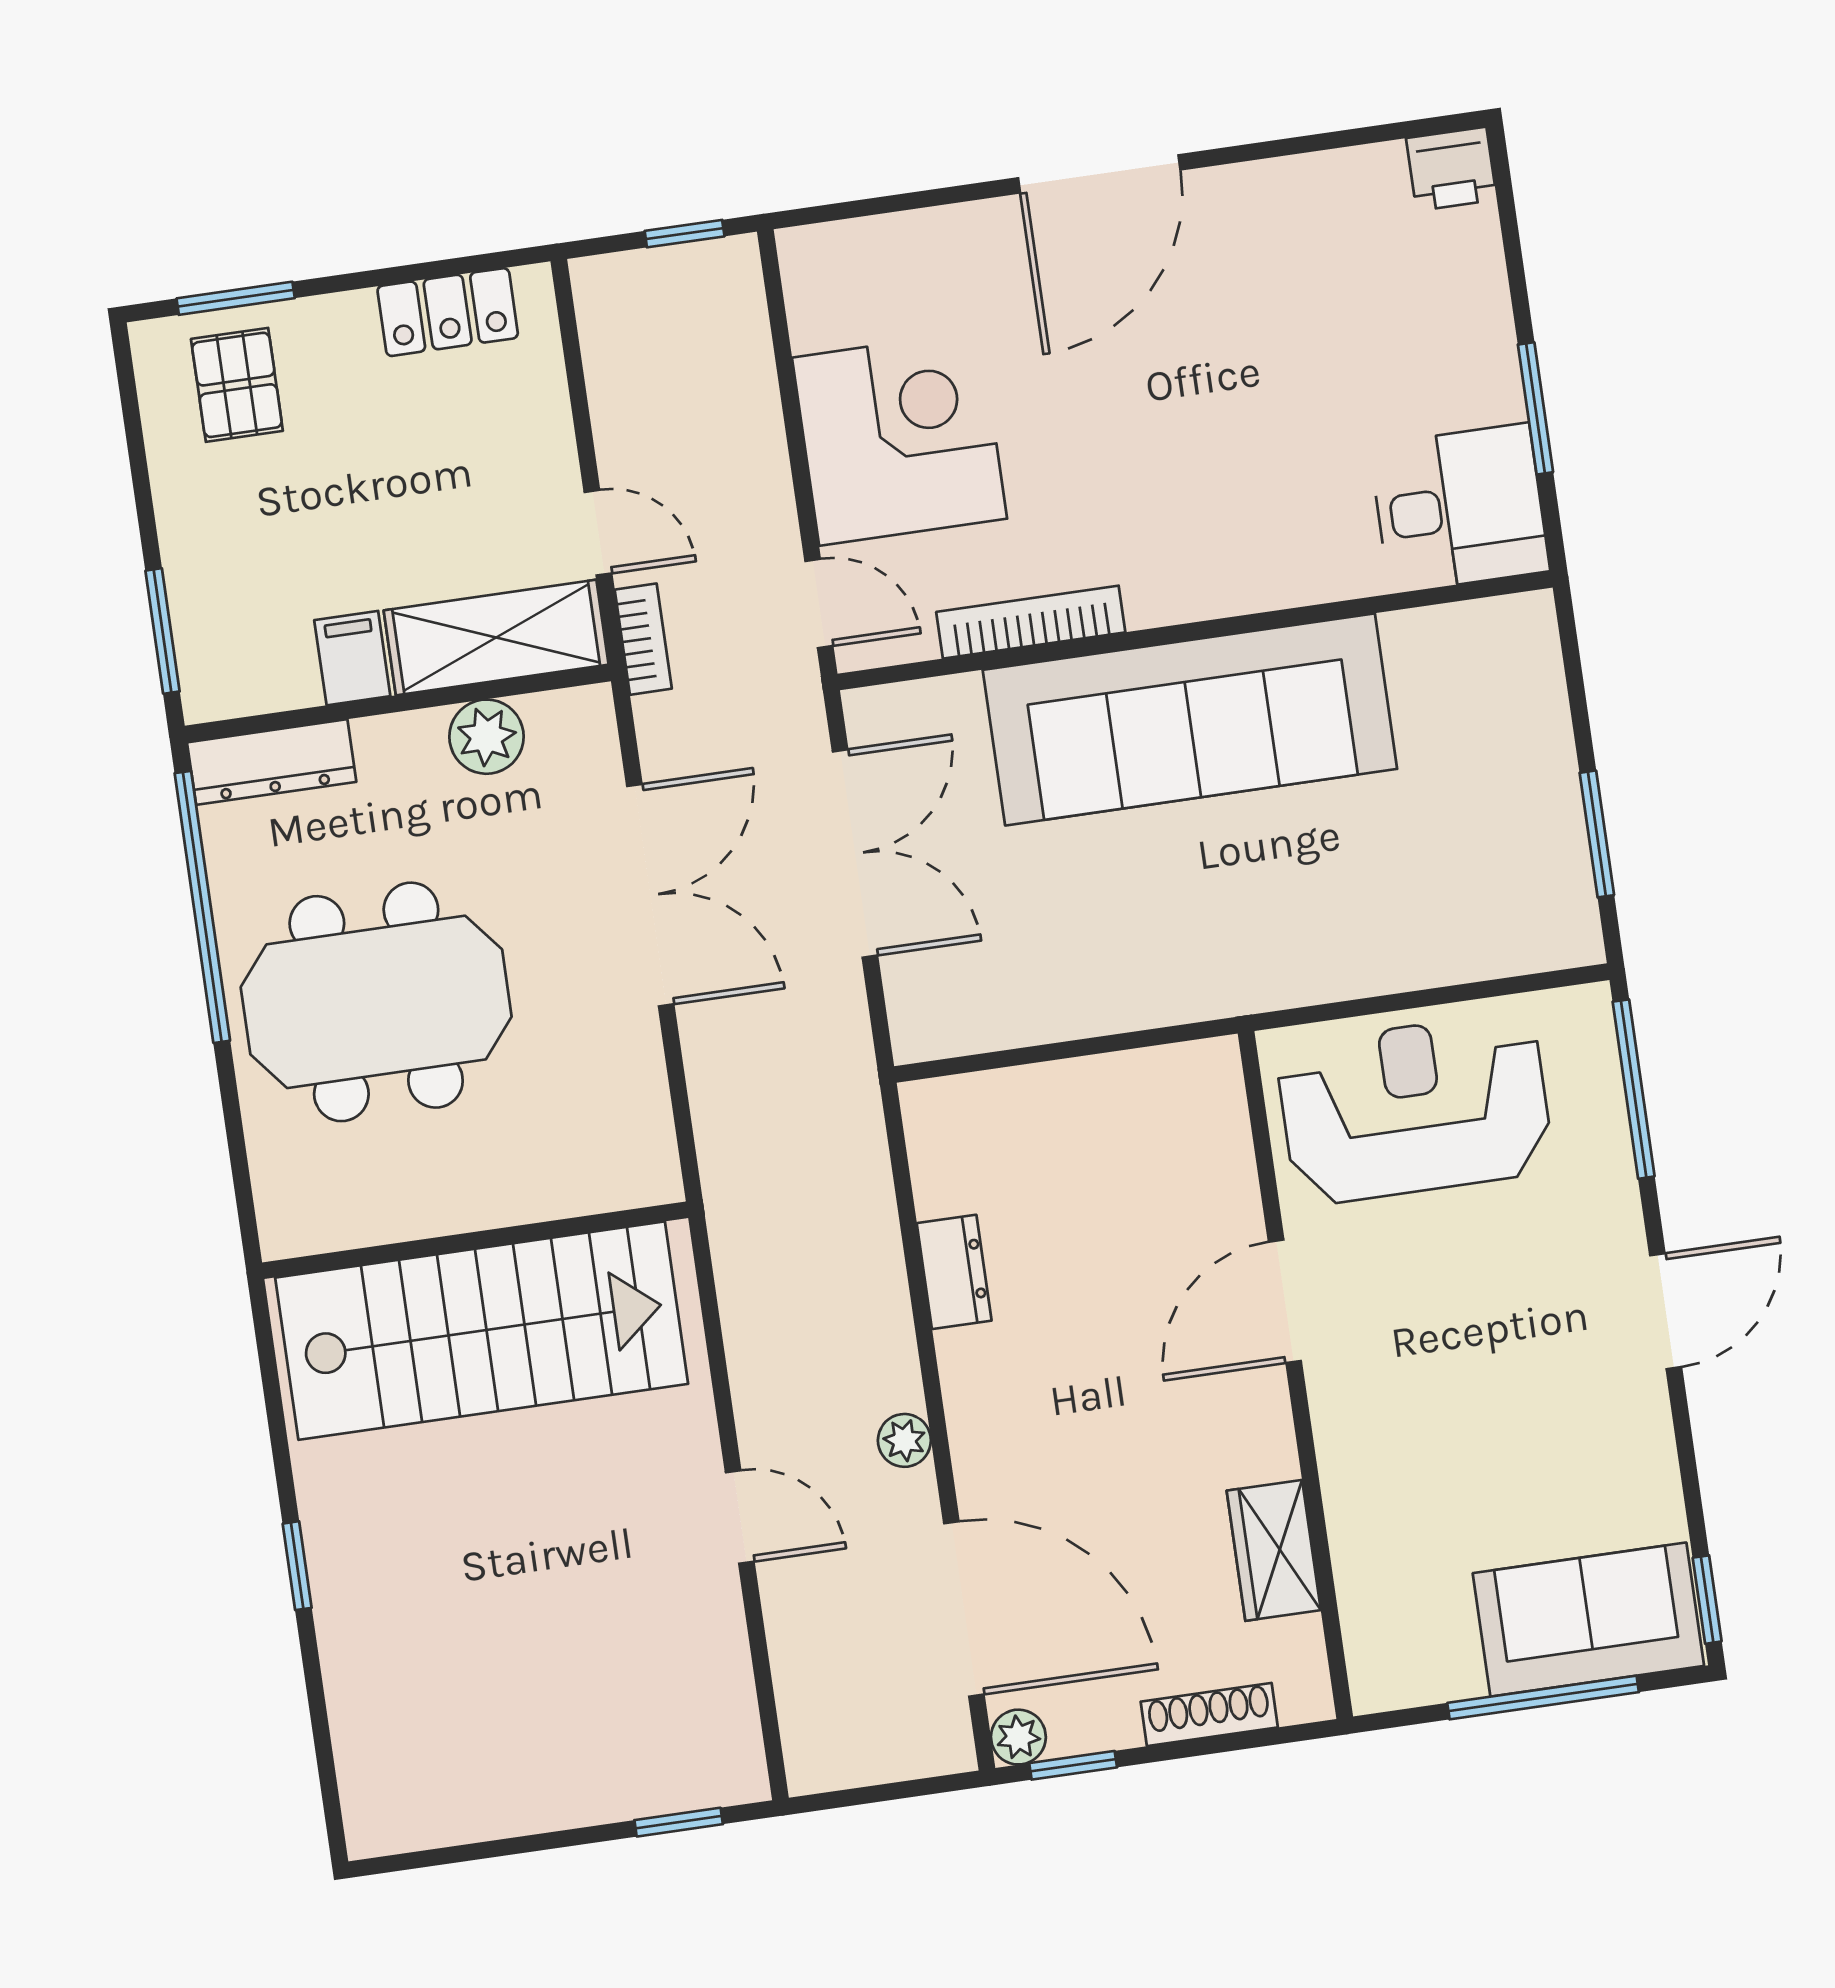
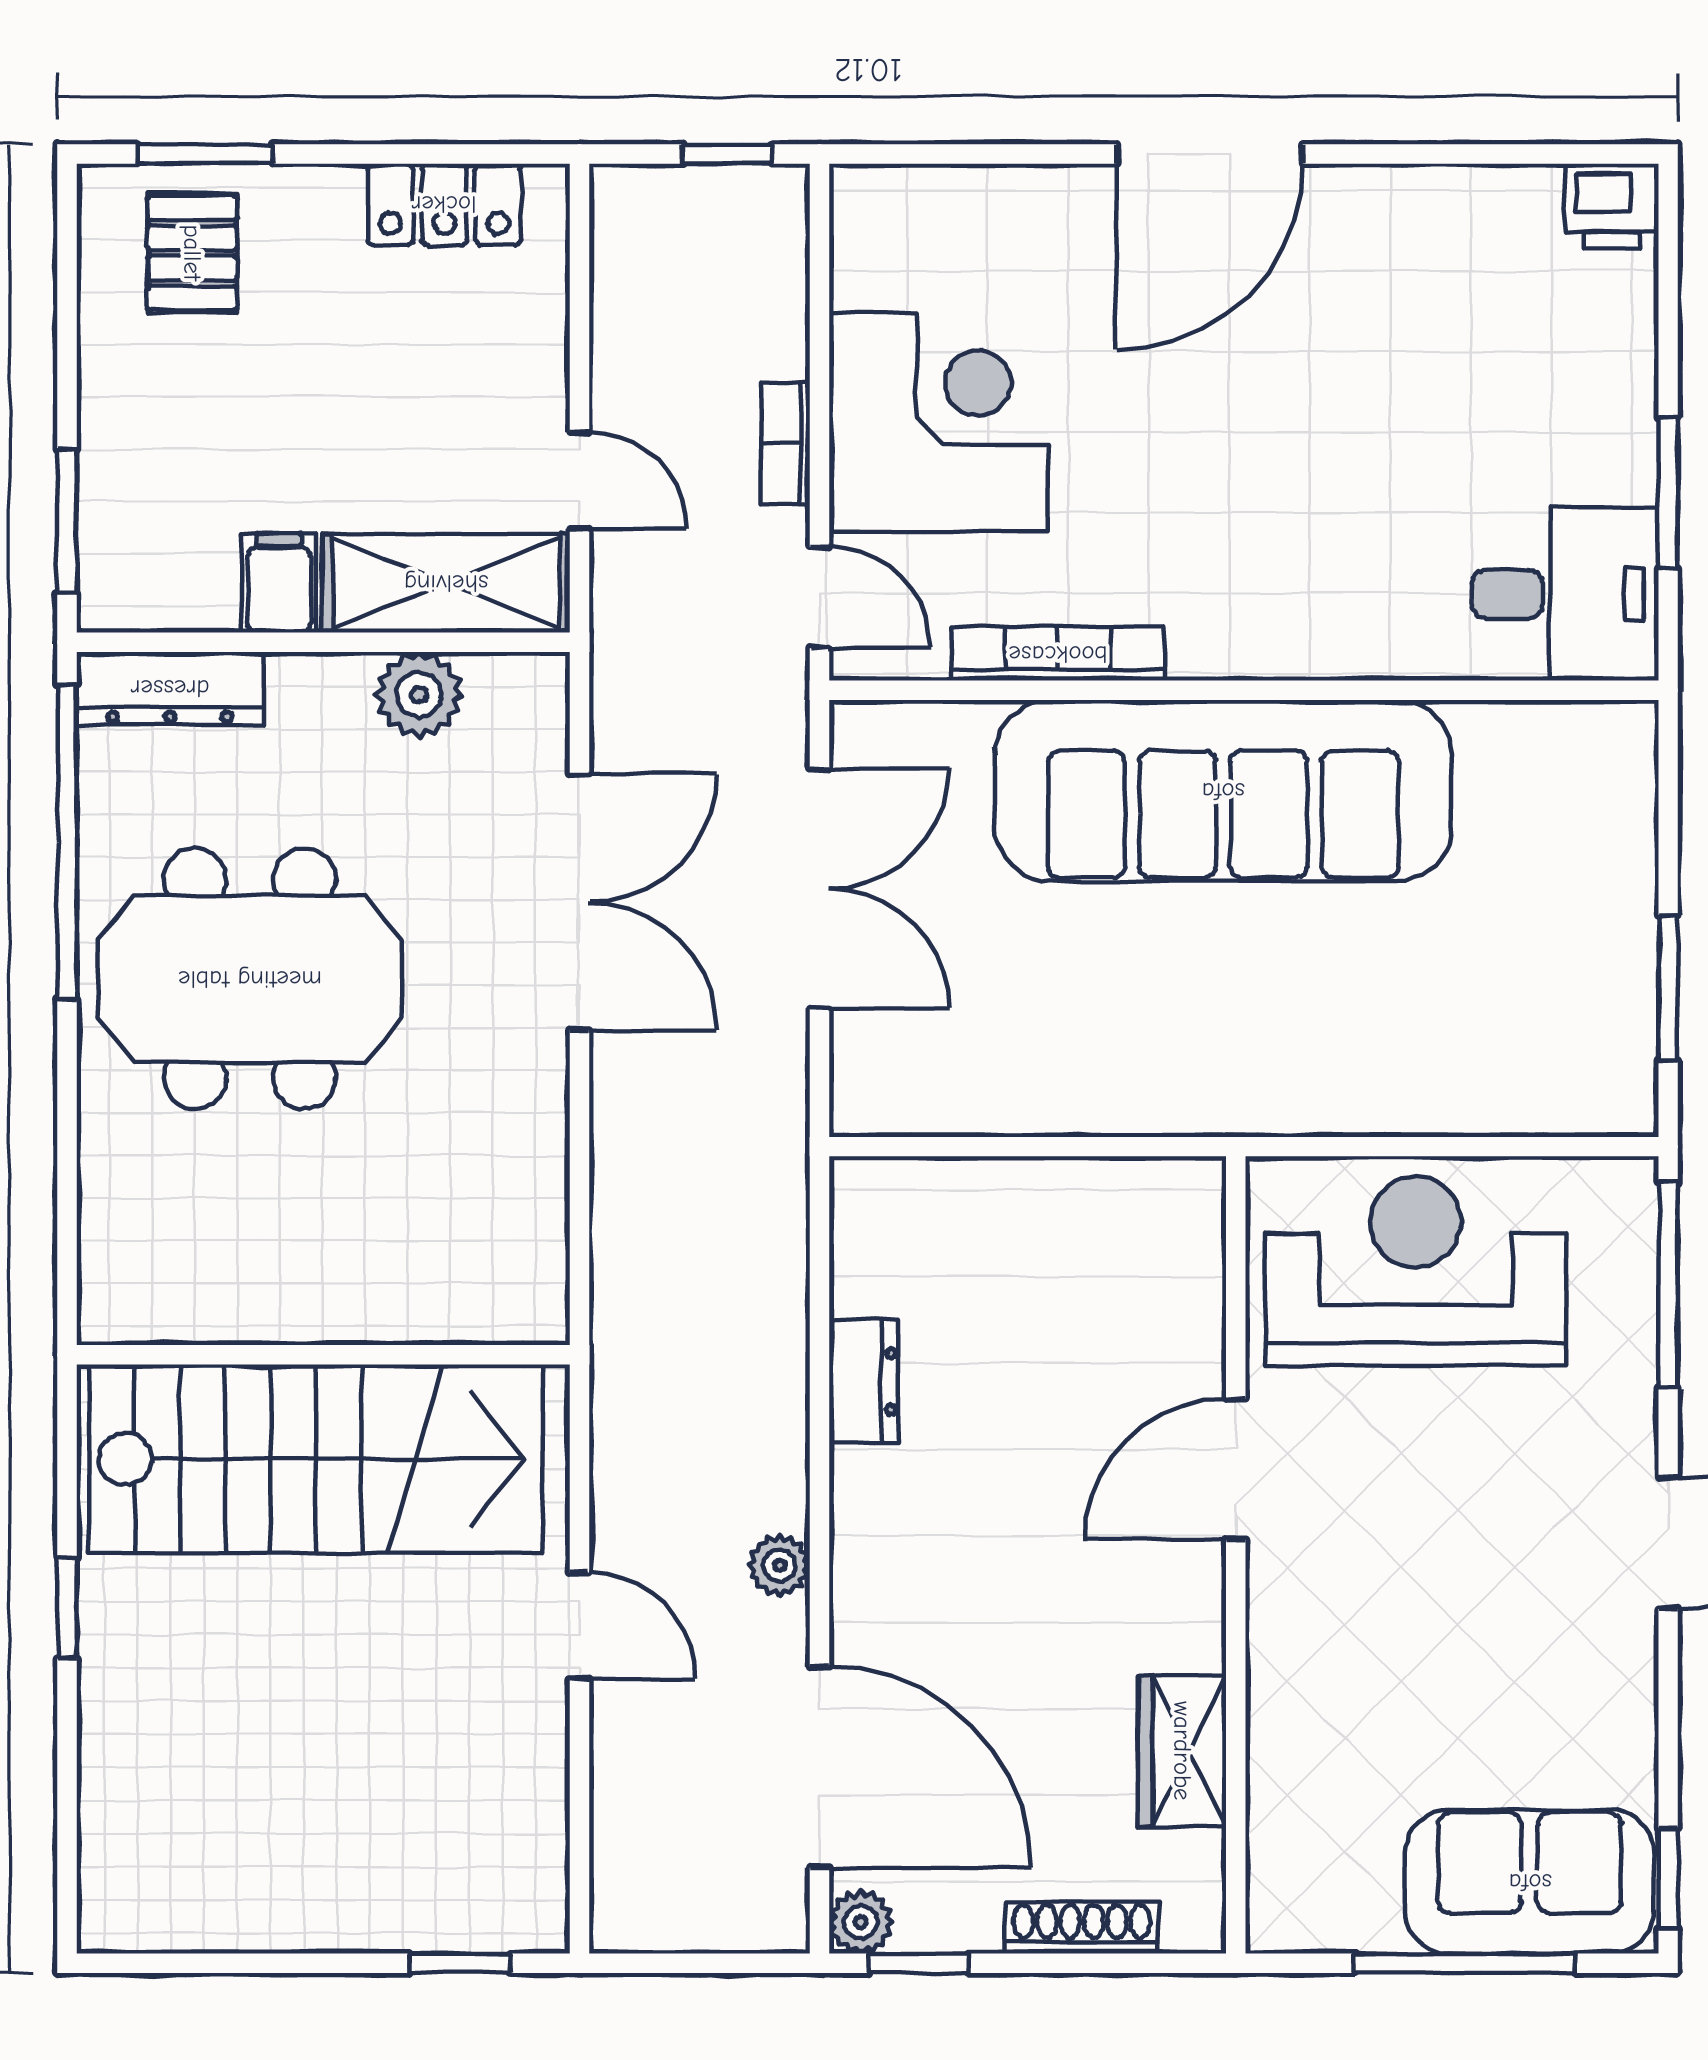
bookcase: (643, 639) -> (785, 444), moved, turned 180
wall: (475, 1240) -> (323, 1355), moved
stairs: (482, 1331) -> (316, 1459), moved

